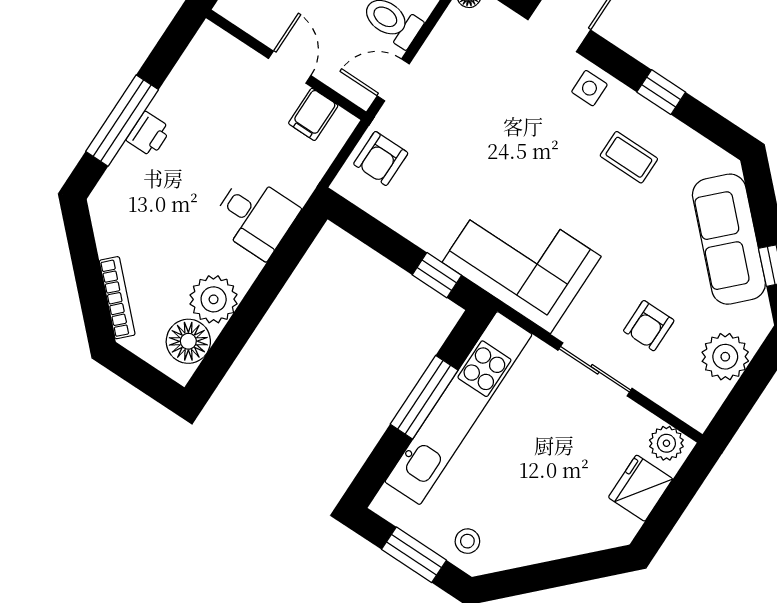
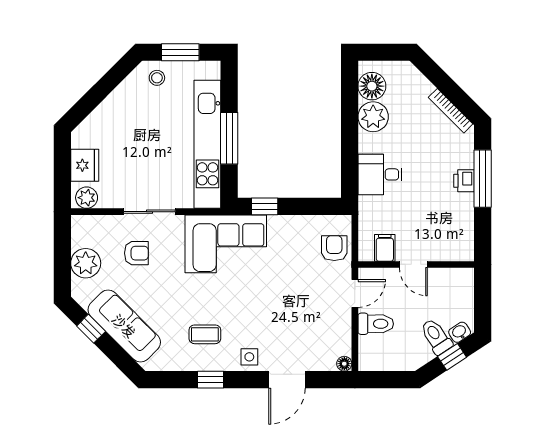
bookcase: (117, 298) -> (451, 111), moved
armchair: (649, 326) -> (136, 253), turned 90

